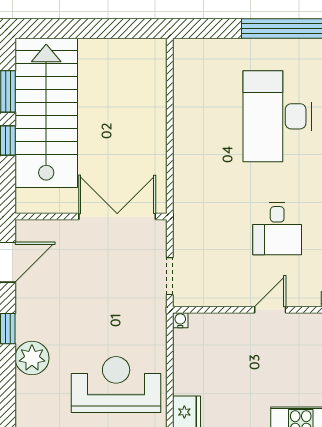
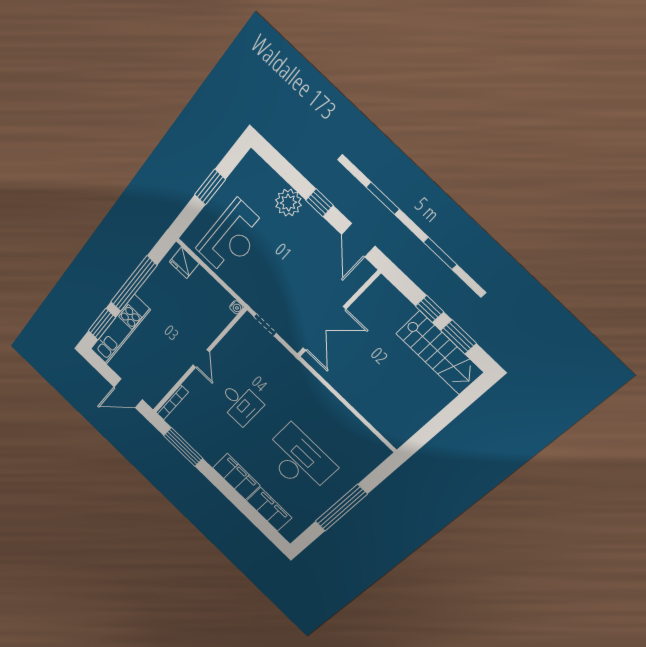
stairs: (46, 113) -> (440, 353), width x0.73, depth x0.66
desk: (277, 229) -> (240, 403), turned 180

